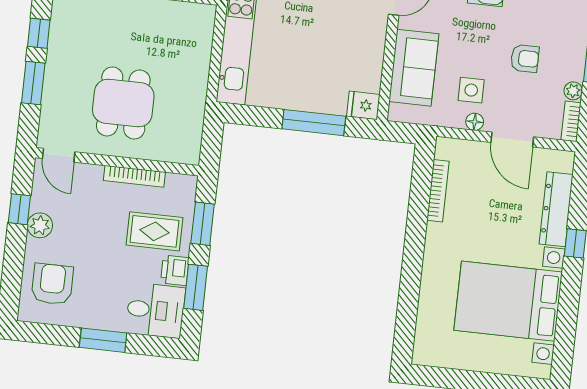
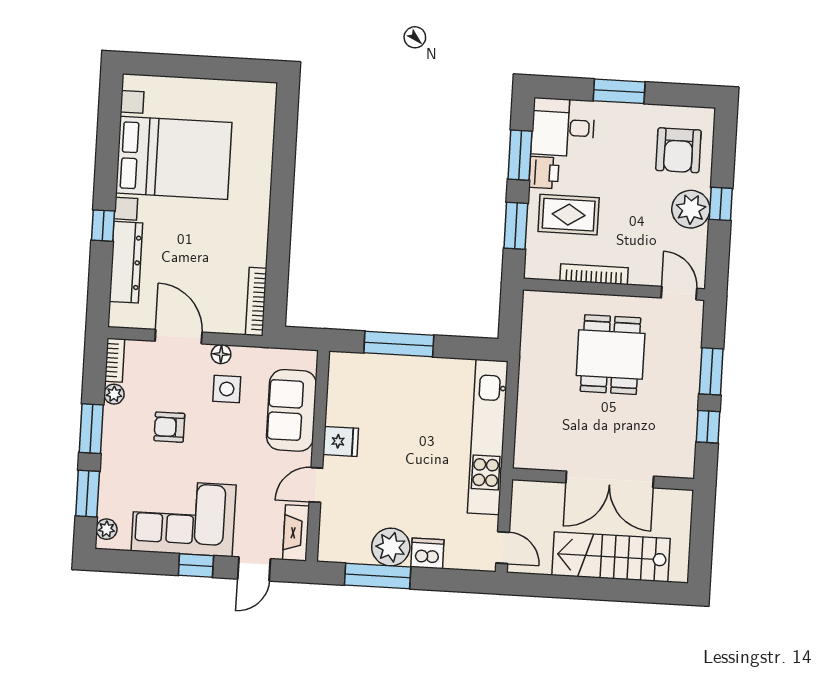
fridge: (363, 105) -> (341, 441), moved
bookcase: (438, 191) -> (256, 302), moved
window: (19, 209) -> (721, 204), moved
plant: (40, 225) -> (691, 209), width x1.36, depth x1.36

